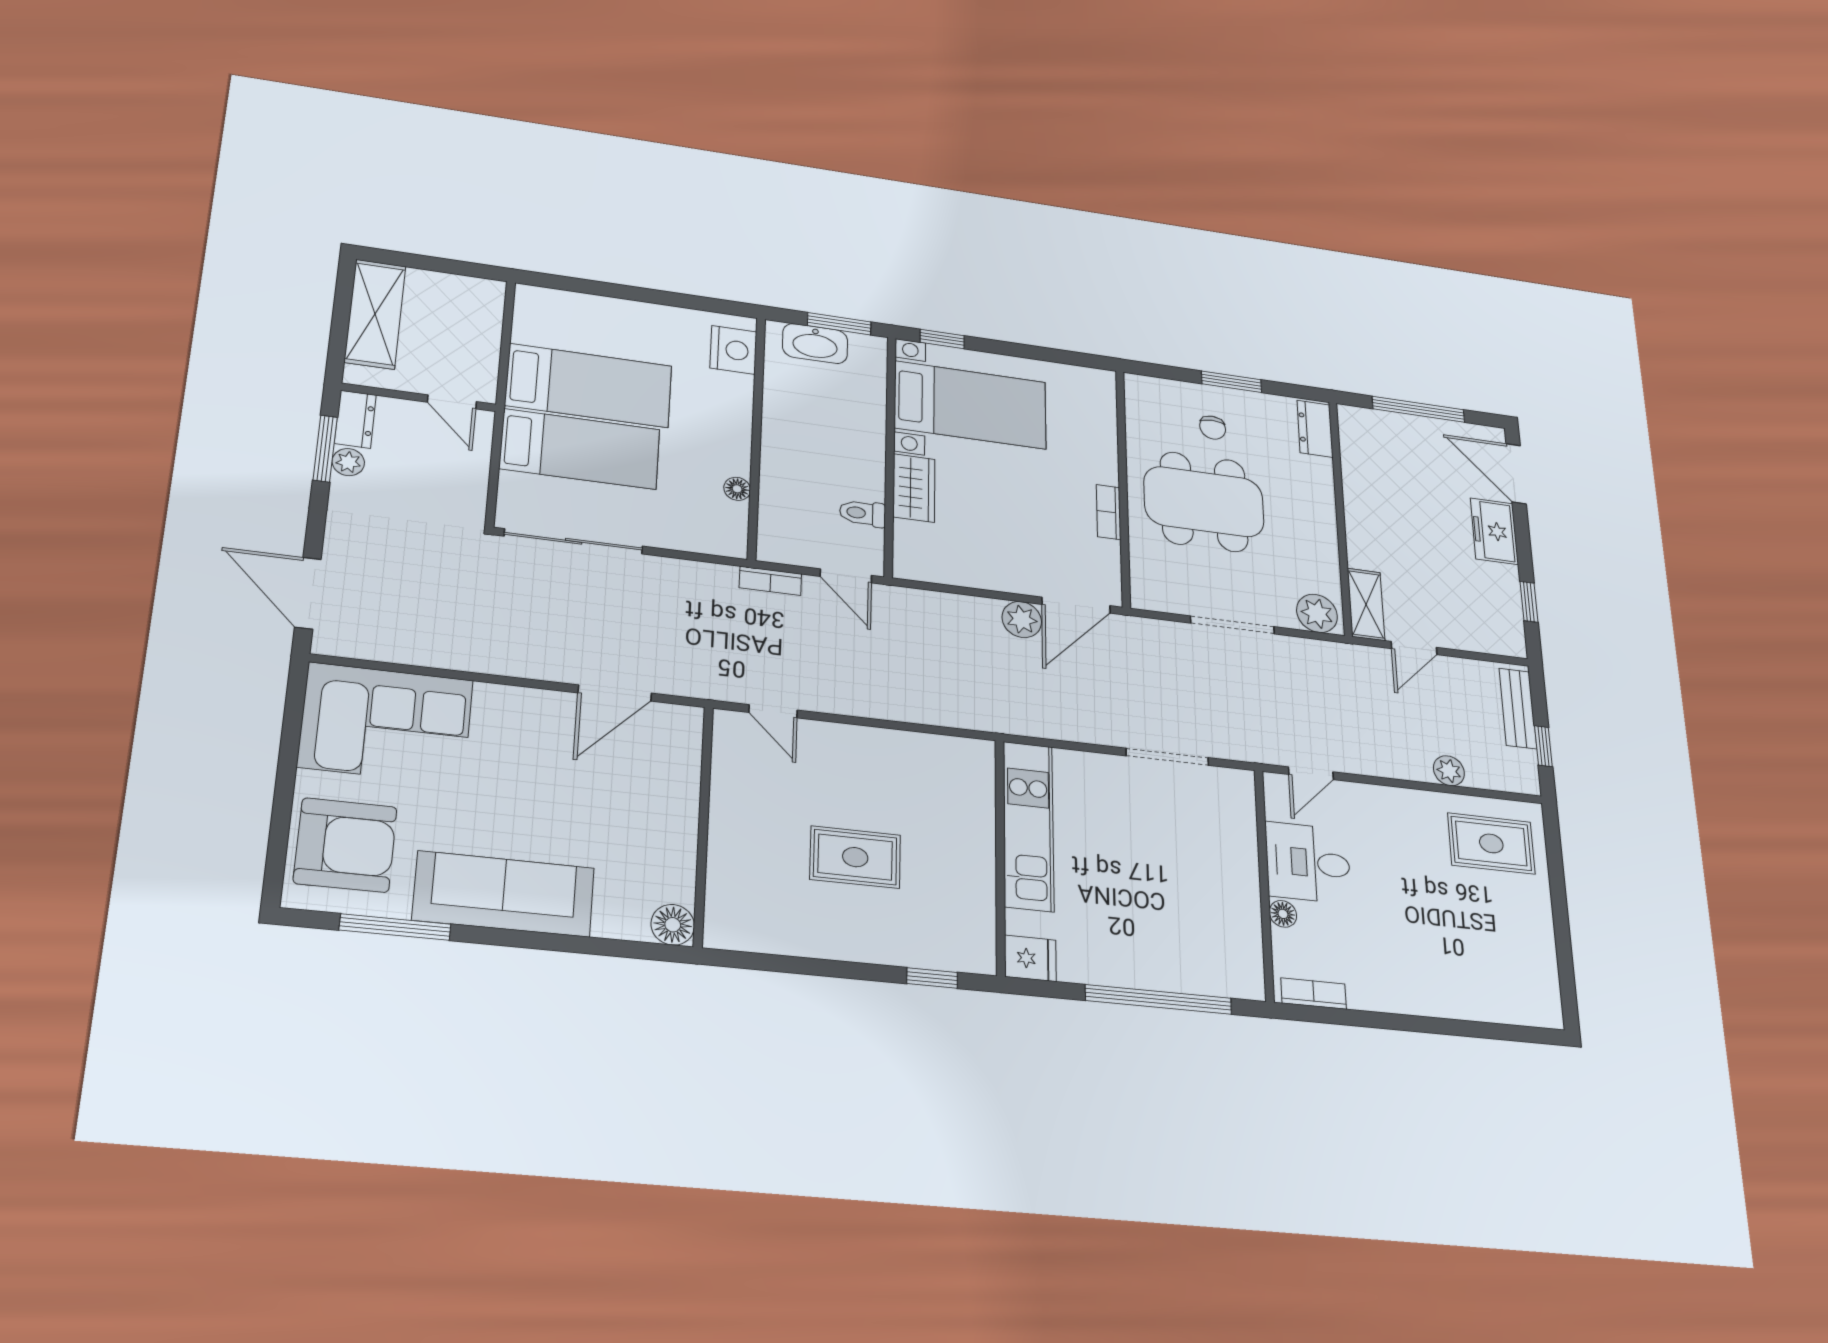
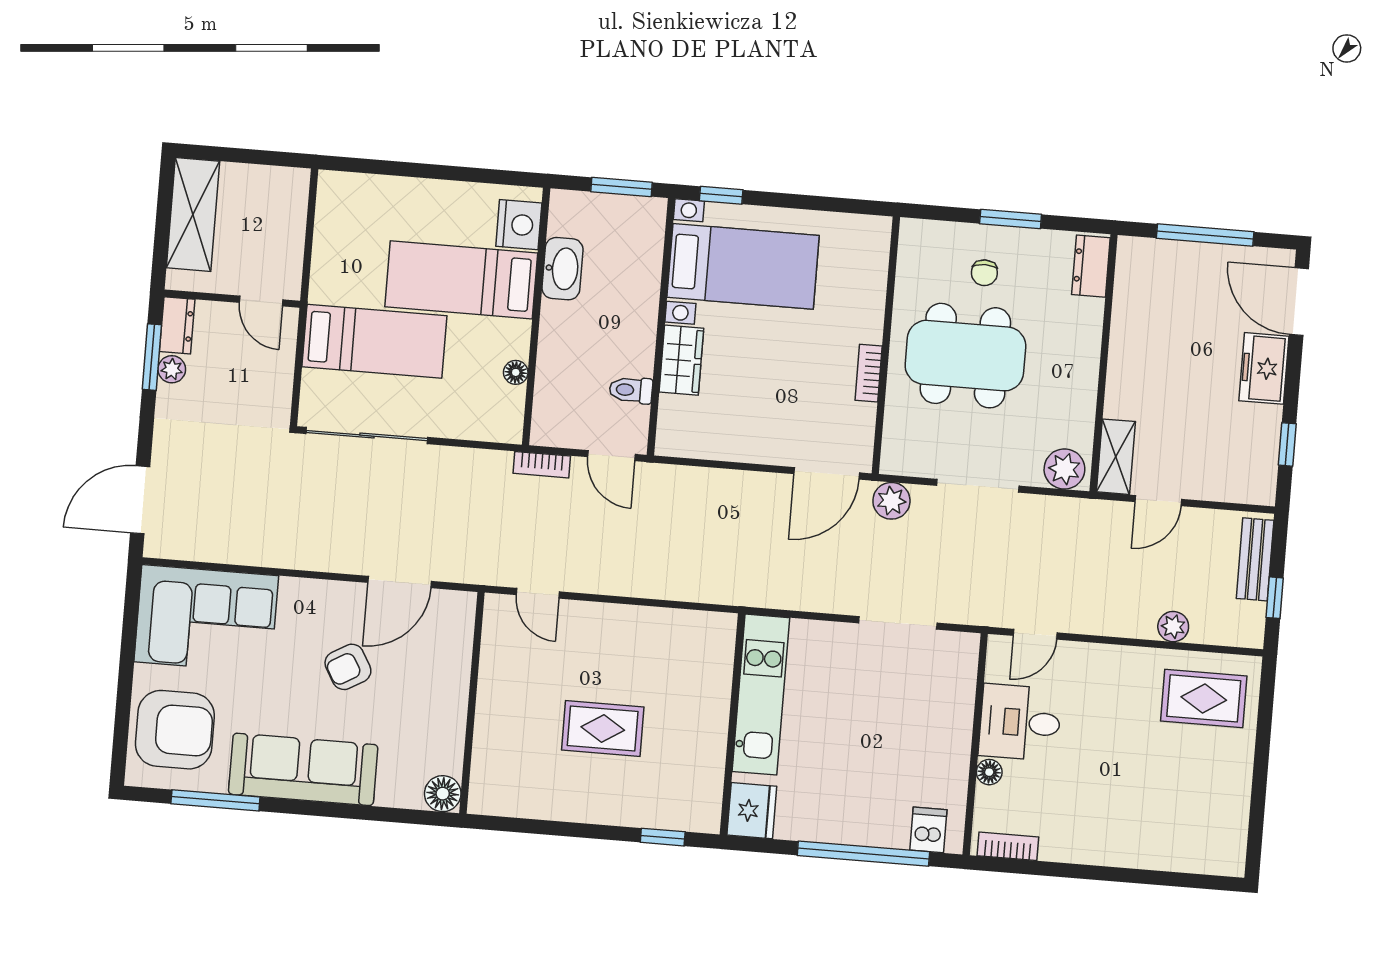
washbasin: (815, 344) -> (562, 269), moved, turned -90
bed: (589, 386) -> (461, 280), moved, turned 180
door: (308, 593) -> (140, 500), hinge flipped
plant: (1022, 620) -> (891, 501), moved
armchair: (556, 781) -> (348, 667), added
fridge: (1030, 958) -> (752, 811), width x1.38
dishwasher: (1226, 975) -> (928, 830), added

